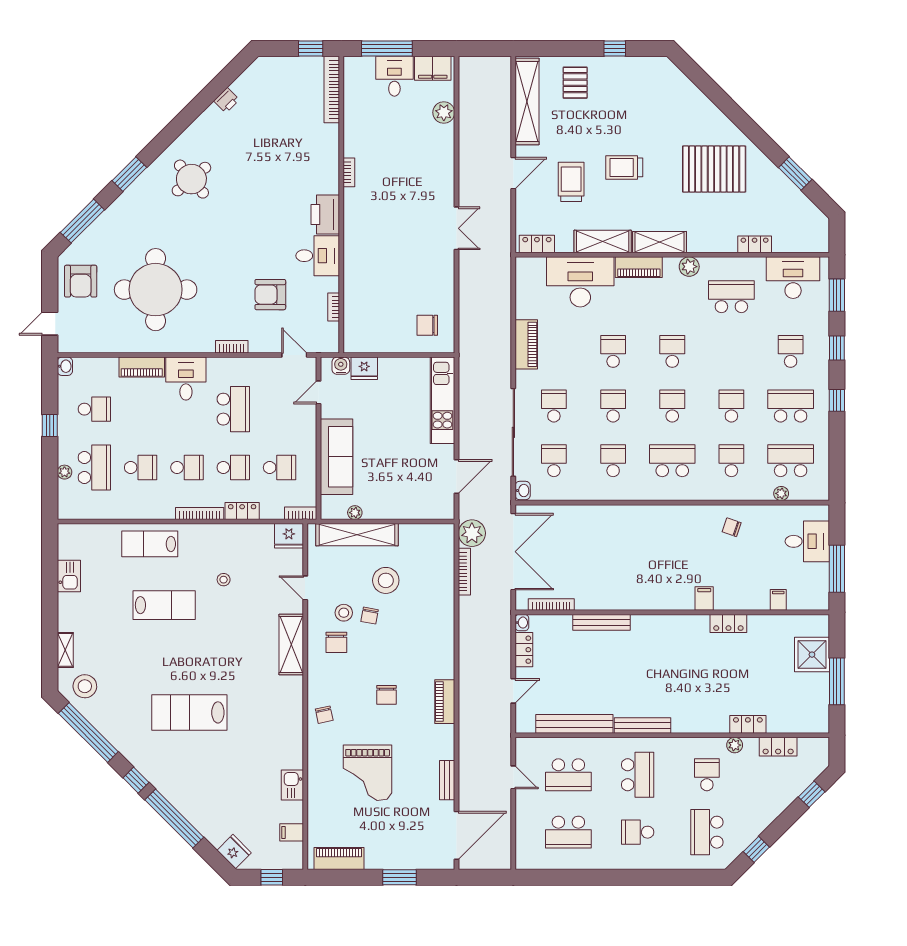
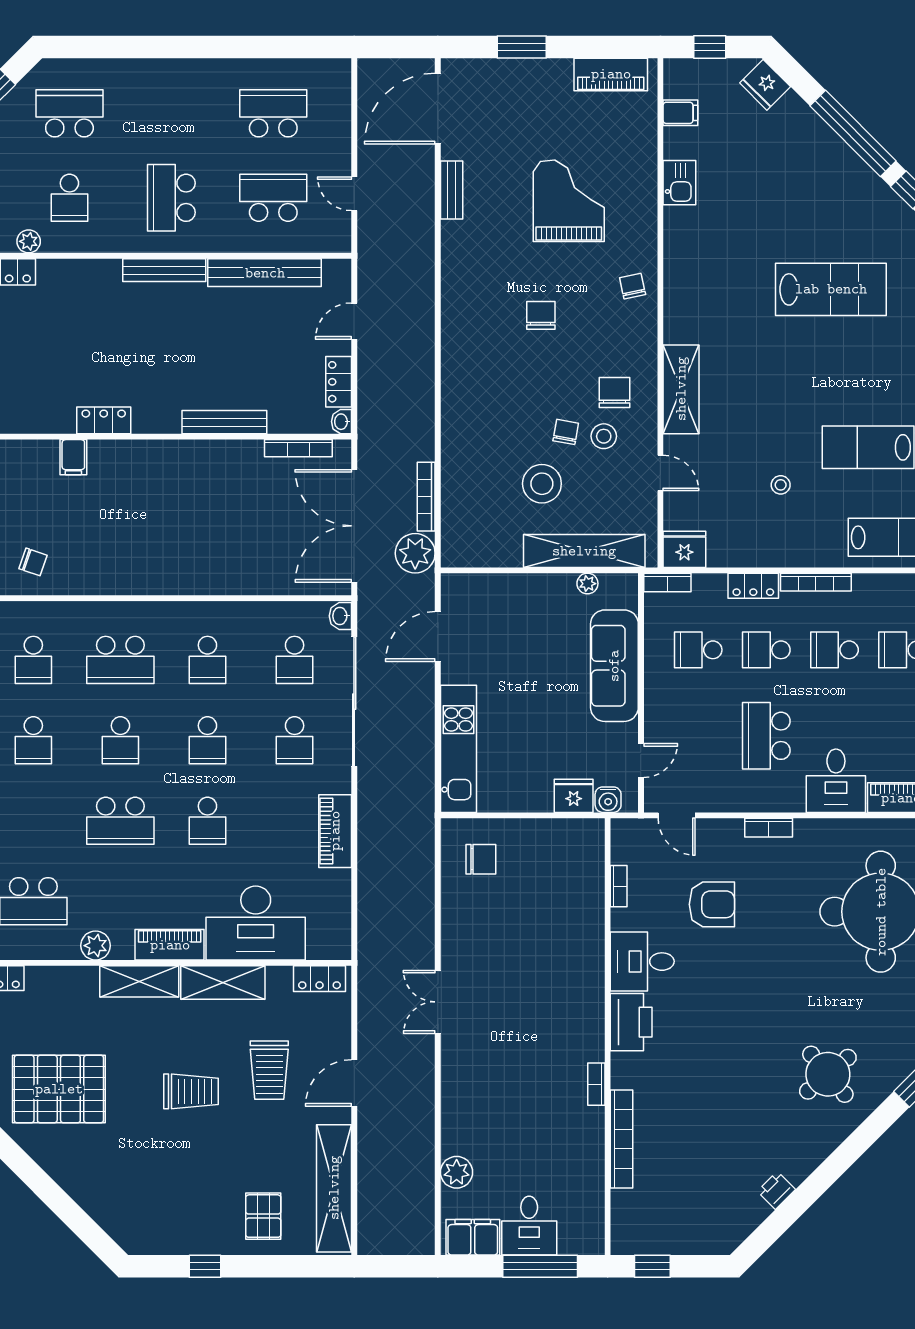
bookcase: (332, 90) -> (622, 1139), moved
school desk: (672, 351) -> (120, 821), width x1.85
locker: (728, 623) -> (104, 420), moved
piano: (445, 702) -> (455, 305), removed
school desk: (638, 832) -> (171, 113), removed
school desk: (707, 832) -> (69, 113), turned -90

